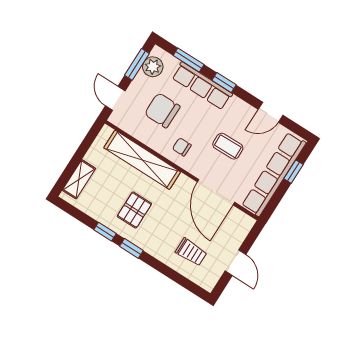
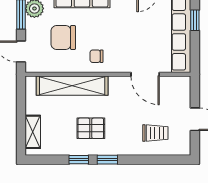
coffee table: (228, 146) -> (132, 33), removed
door: (216, 192) -> (145, 74), width x0.73
pallet: (134, 210) -> (91, 128), turned 90

